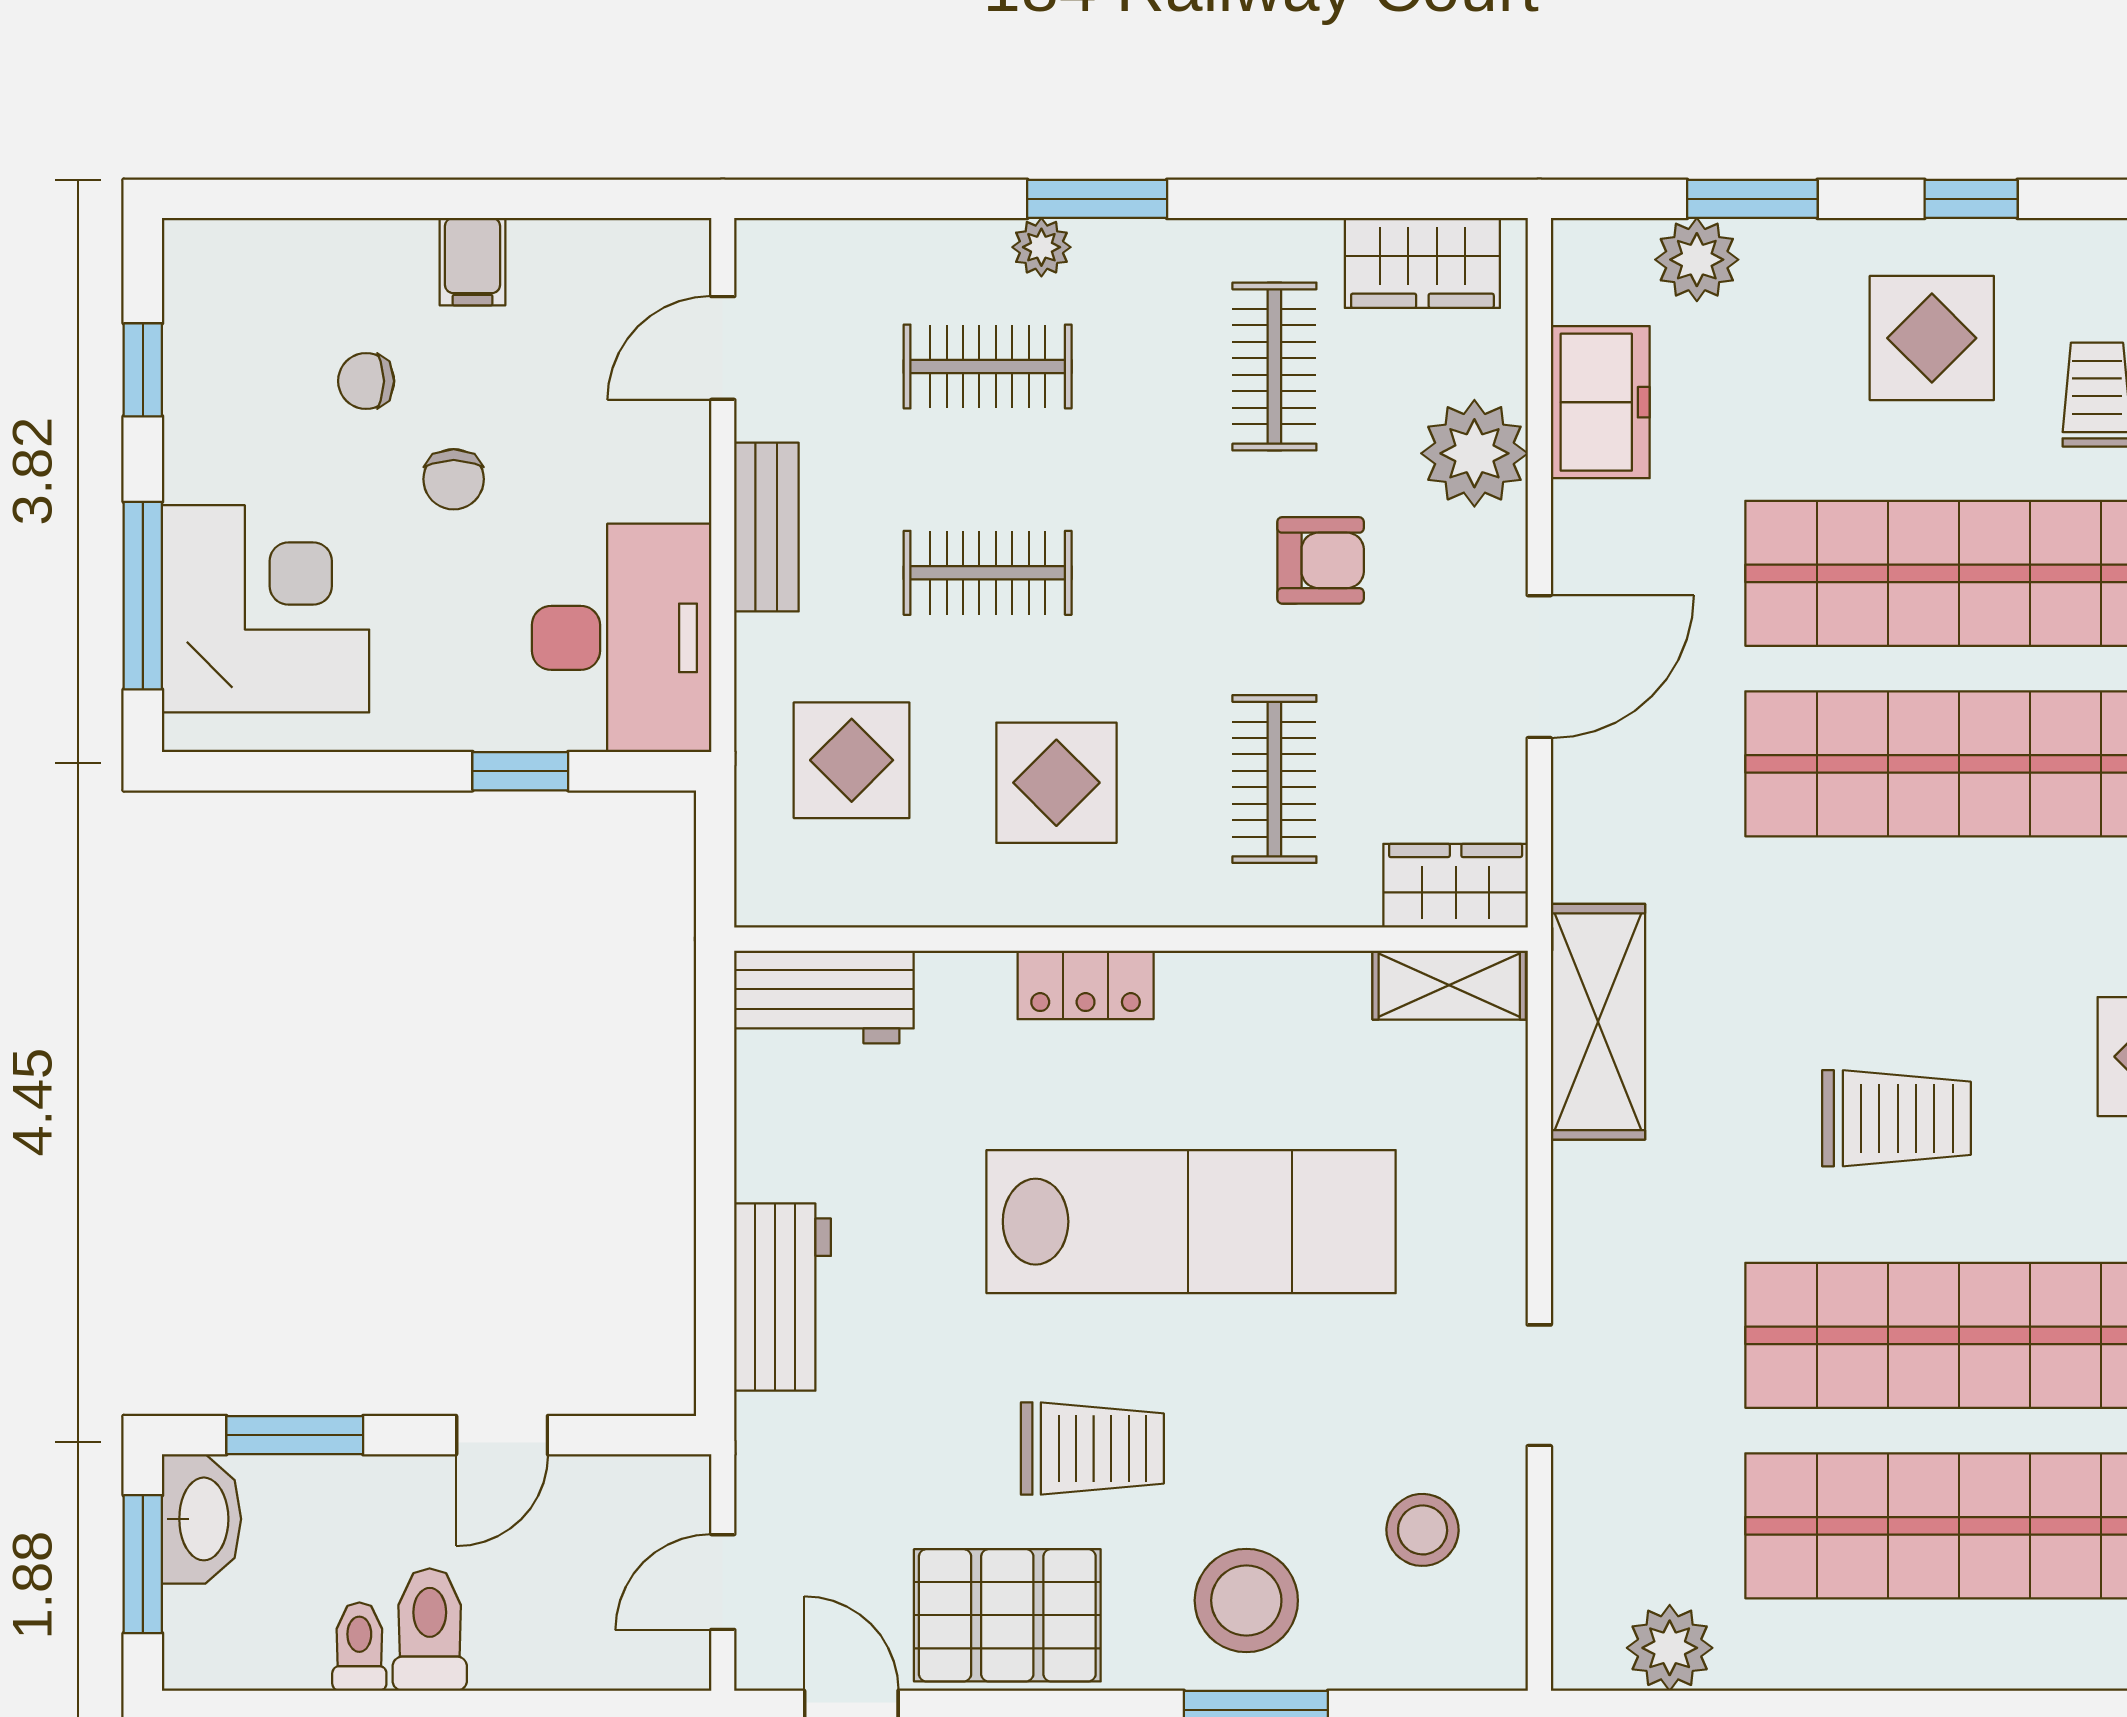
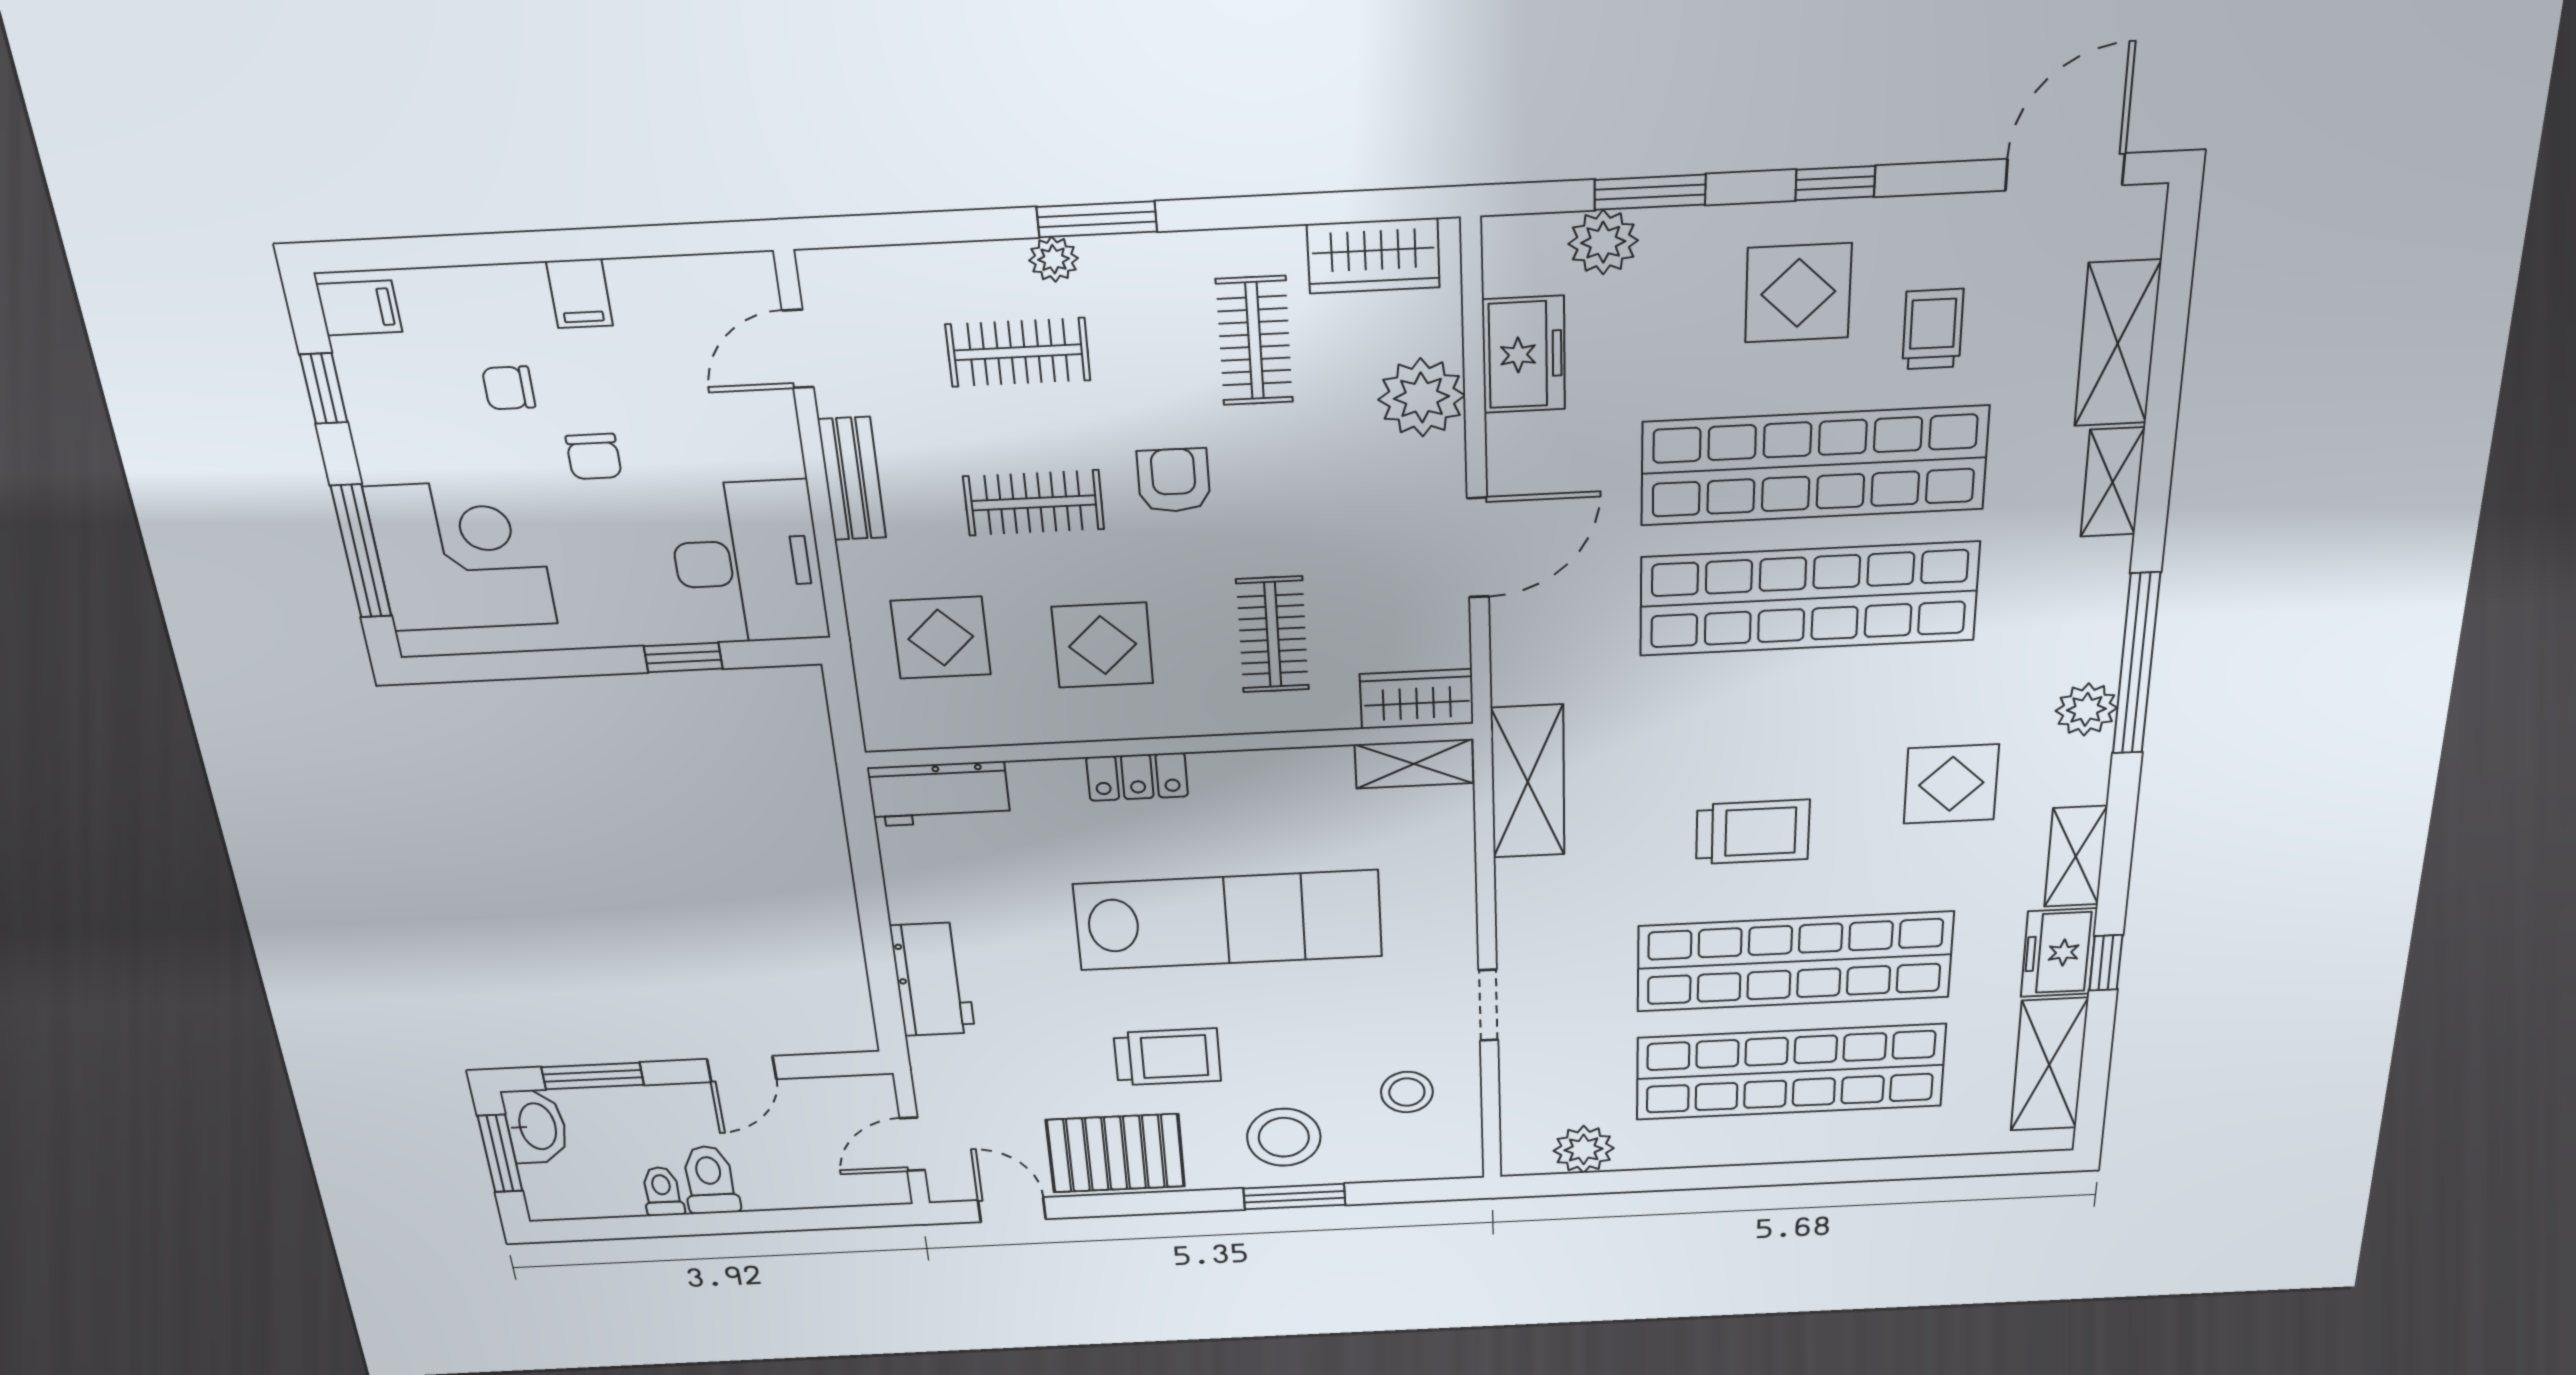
filing cabinet: (207, 266) -> (359, 308), added
armchair: (1321, 560) -> (1174, 480), moved, turned -90

